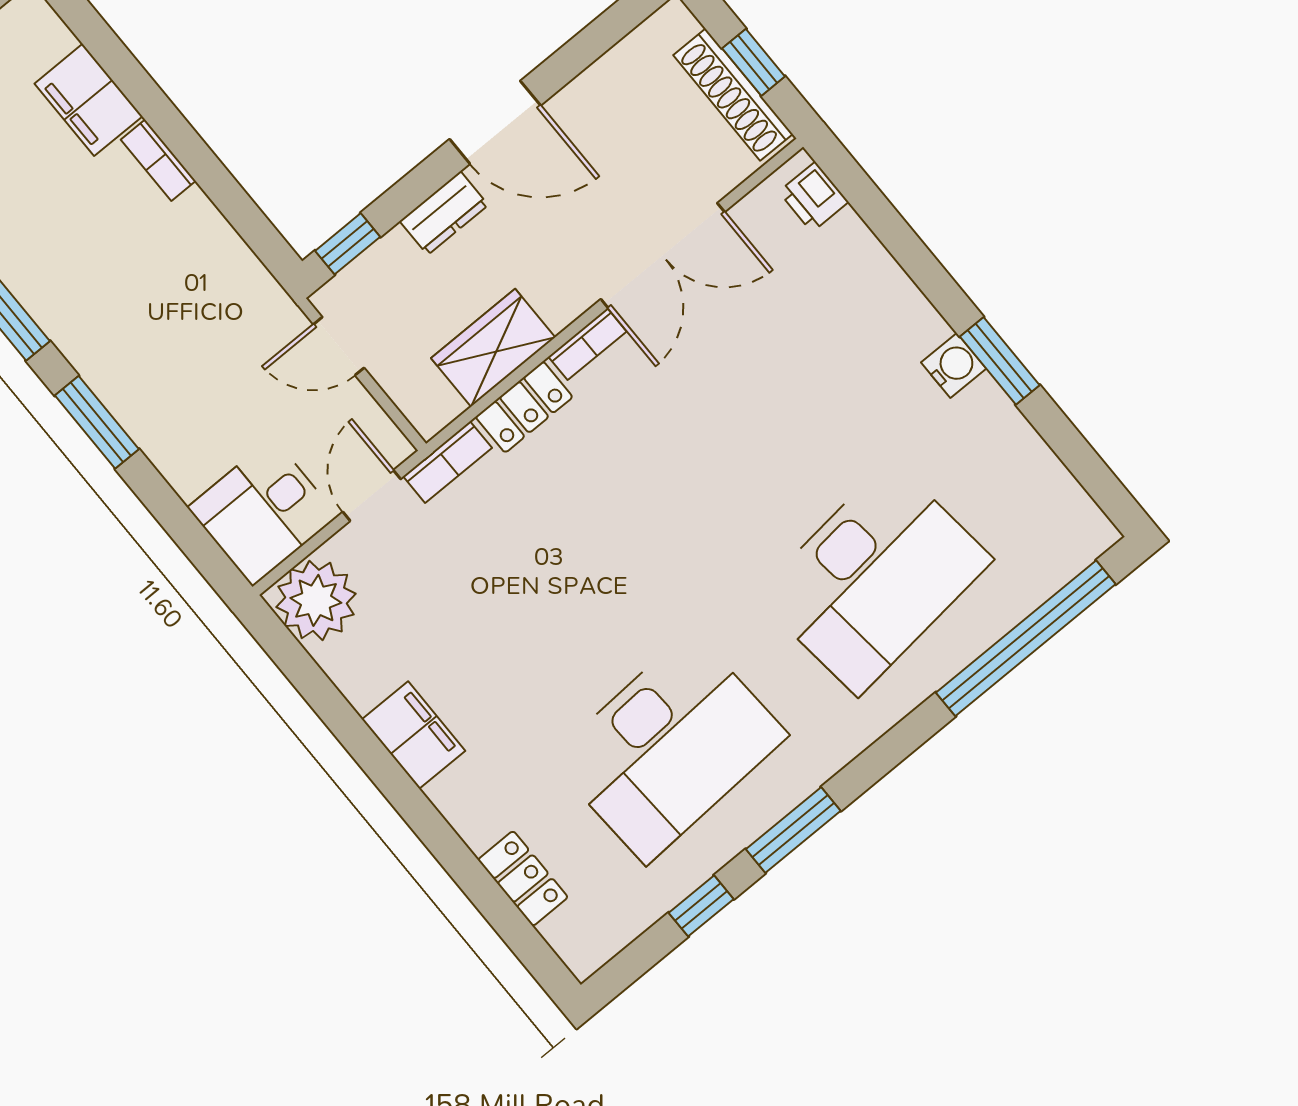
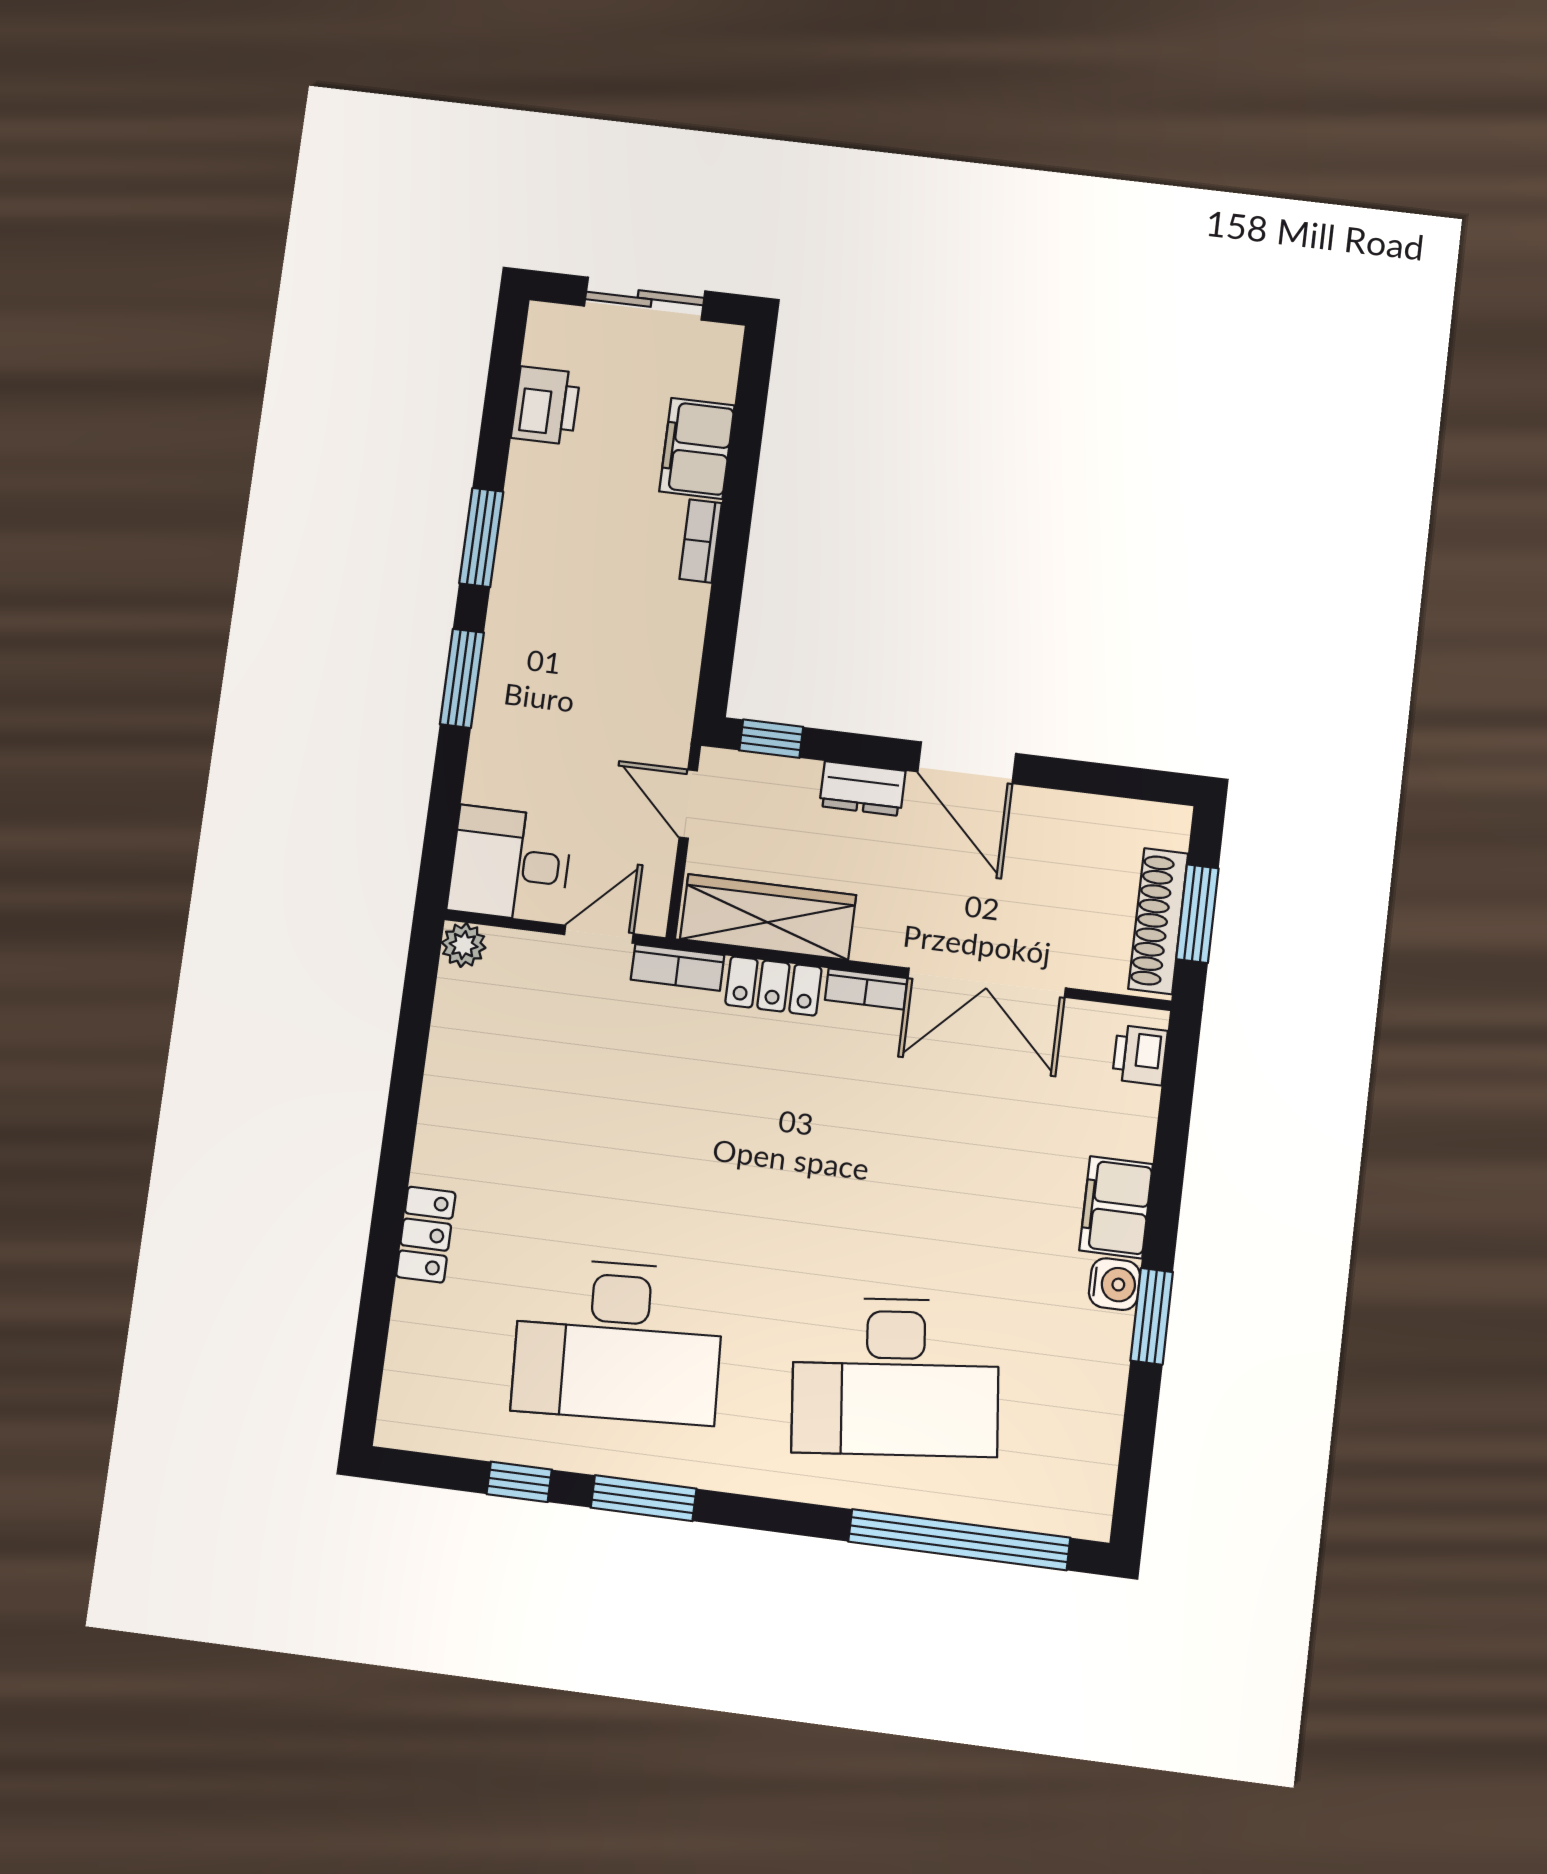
window: (754, 62) -> (1197, 914), width x1.50
wardrobe: (493, 348) -> (768, 917), width x1.50
plant: (316, 600) -> (464, 945), width x0.53, depth x0.53
filing cabinet: (414, 735) -> (1116, 1207), moved, turned 180
locker: (523, 879) -> (426, 1235), moved

